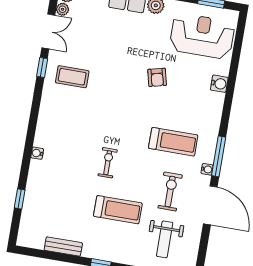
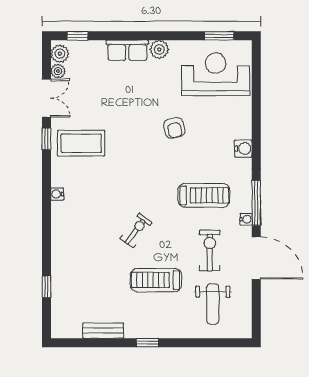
coffee table: (72, 77) -> (81, 143), width x1.36, depth x1.32
water cooler: (219, 84) -> (243, 149), moved
water cooler: (37, 153) -> (57, 194), moved
exercise bike: (108, 163) -> (136, 231), turned 37
treadmill: (118, 210) -> (156, 280), turned 180

